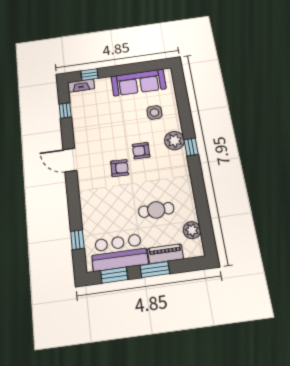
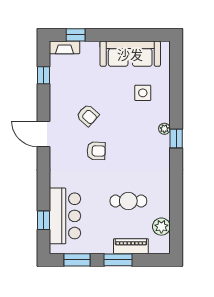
plant: (174, 141) -> (164, 129), width x0.53, depth x0.53
armchair: (141, 151) -> (88, 115), moved, turned -138
bar counter: (119, 252) -> (65, 216), moved, turned 90

